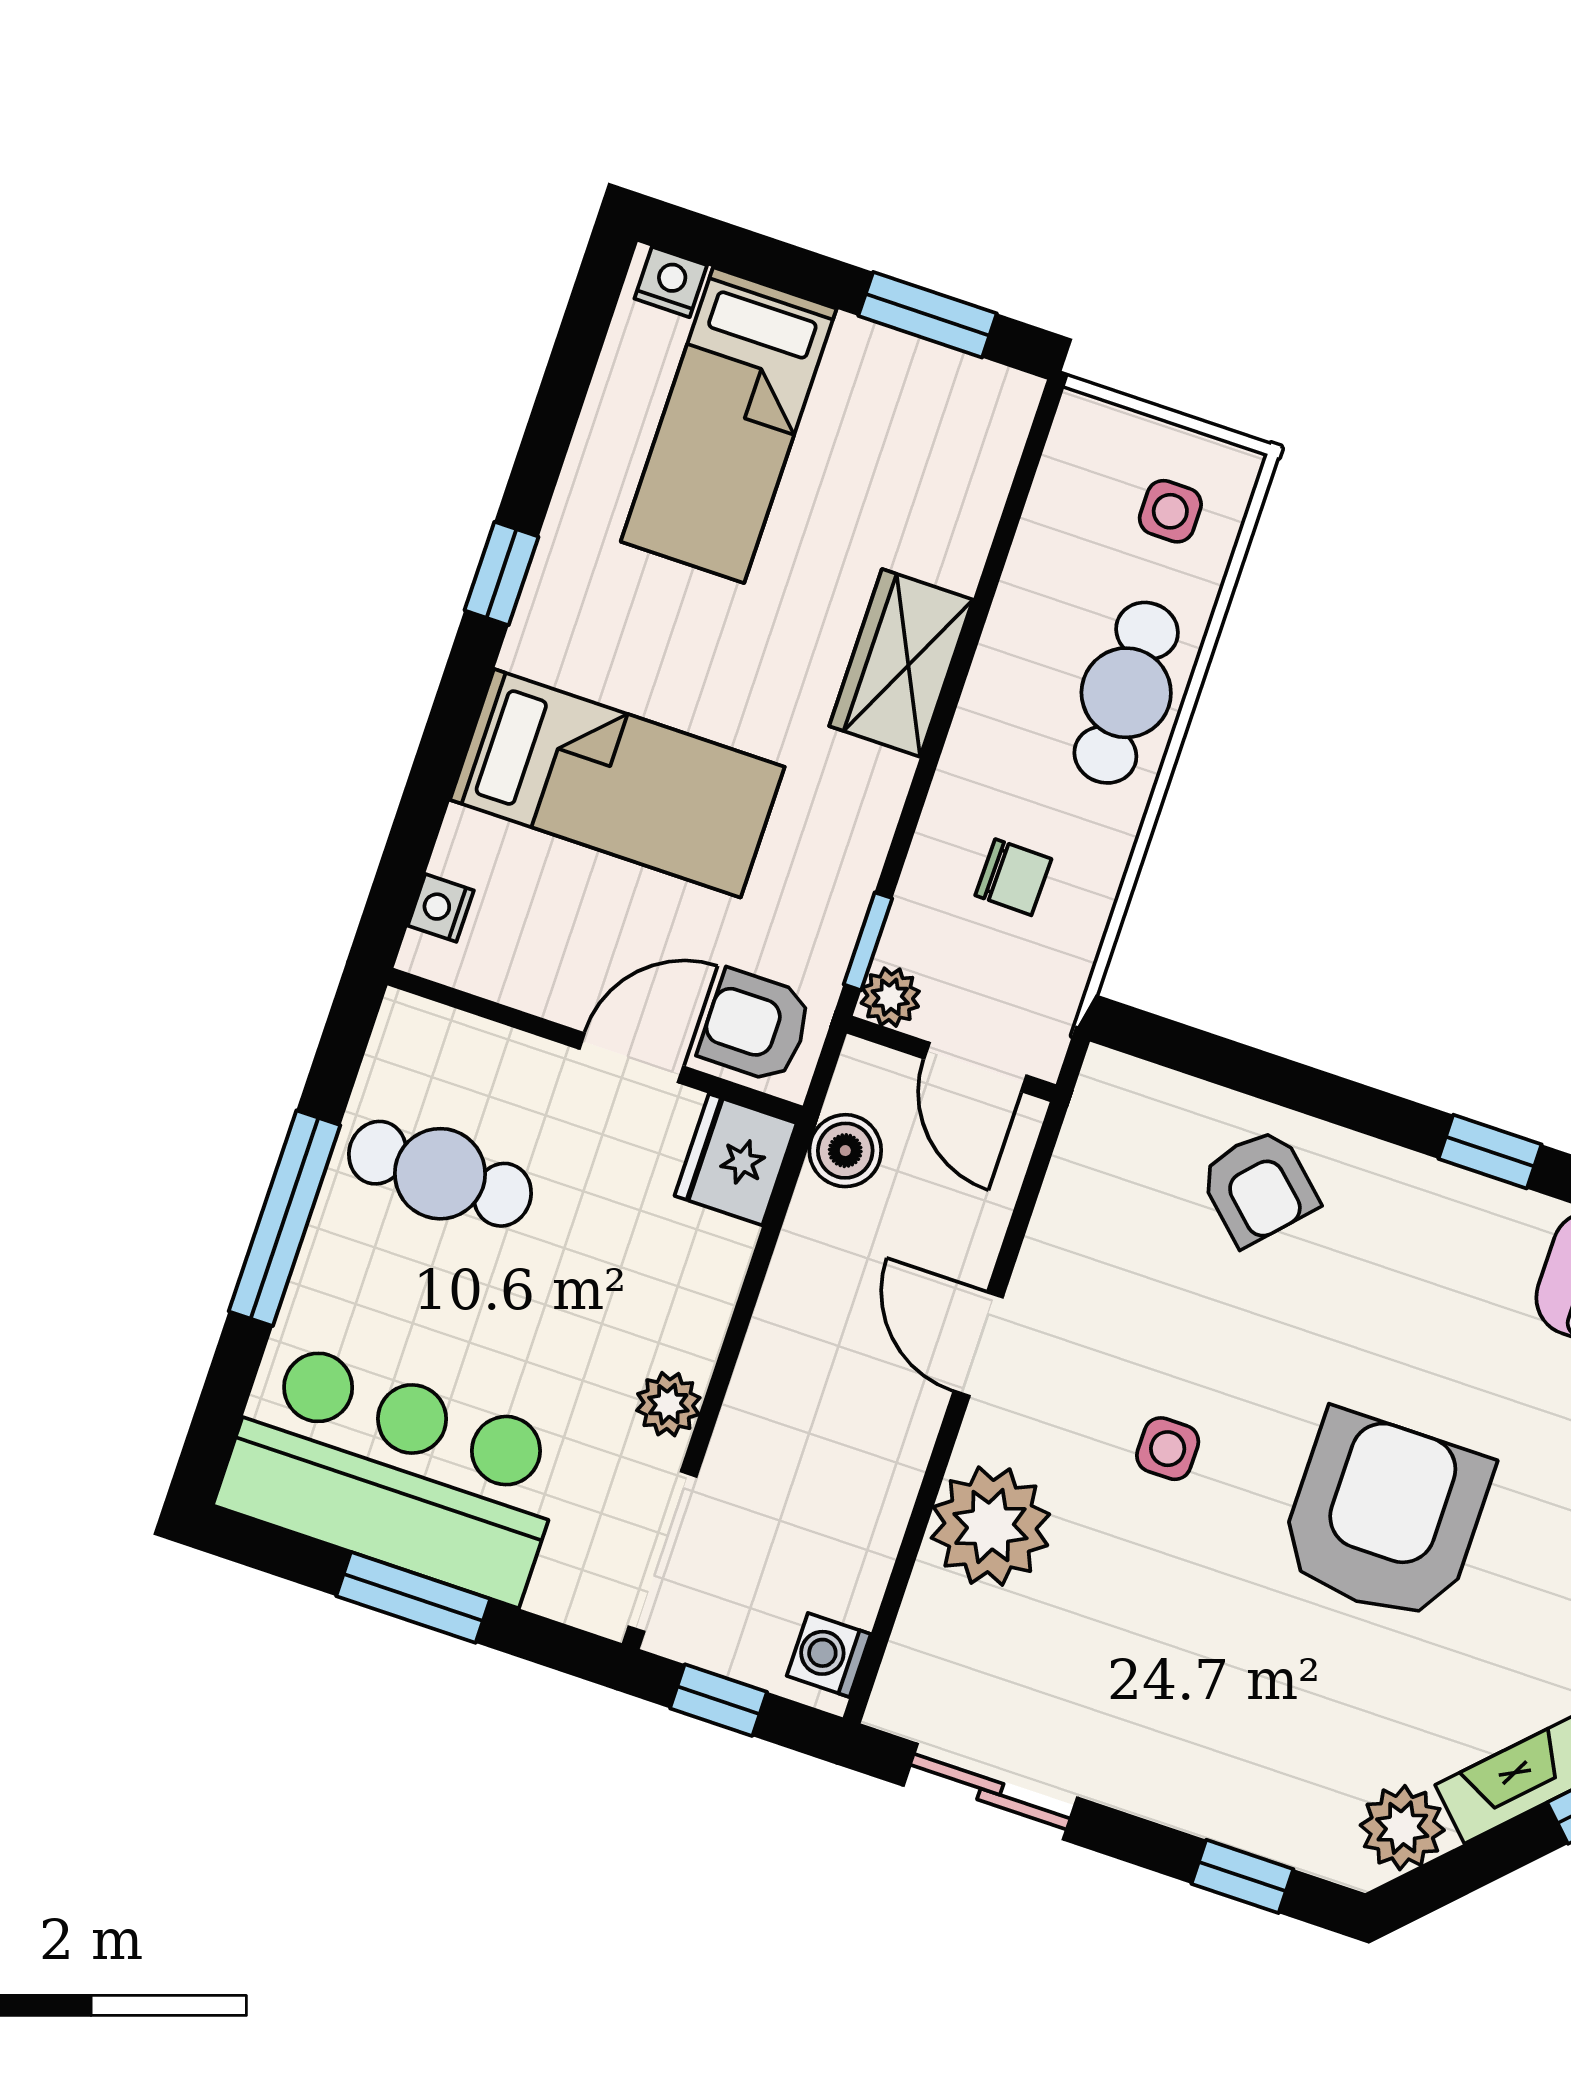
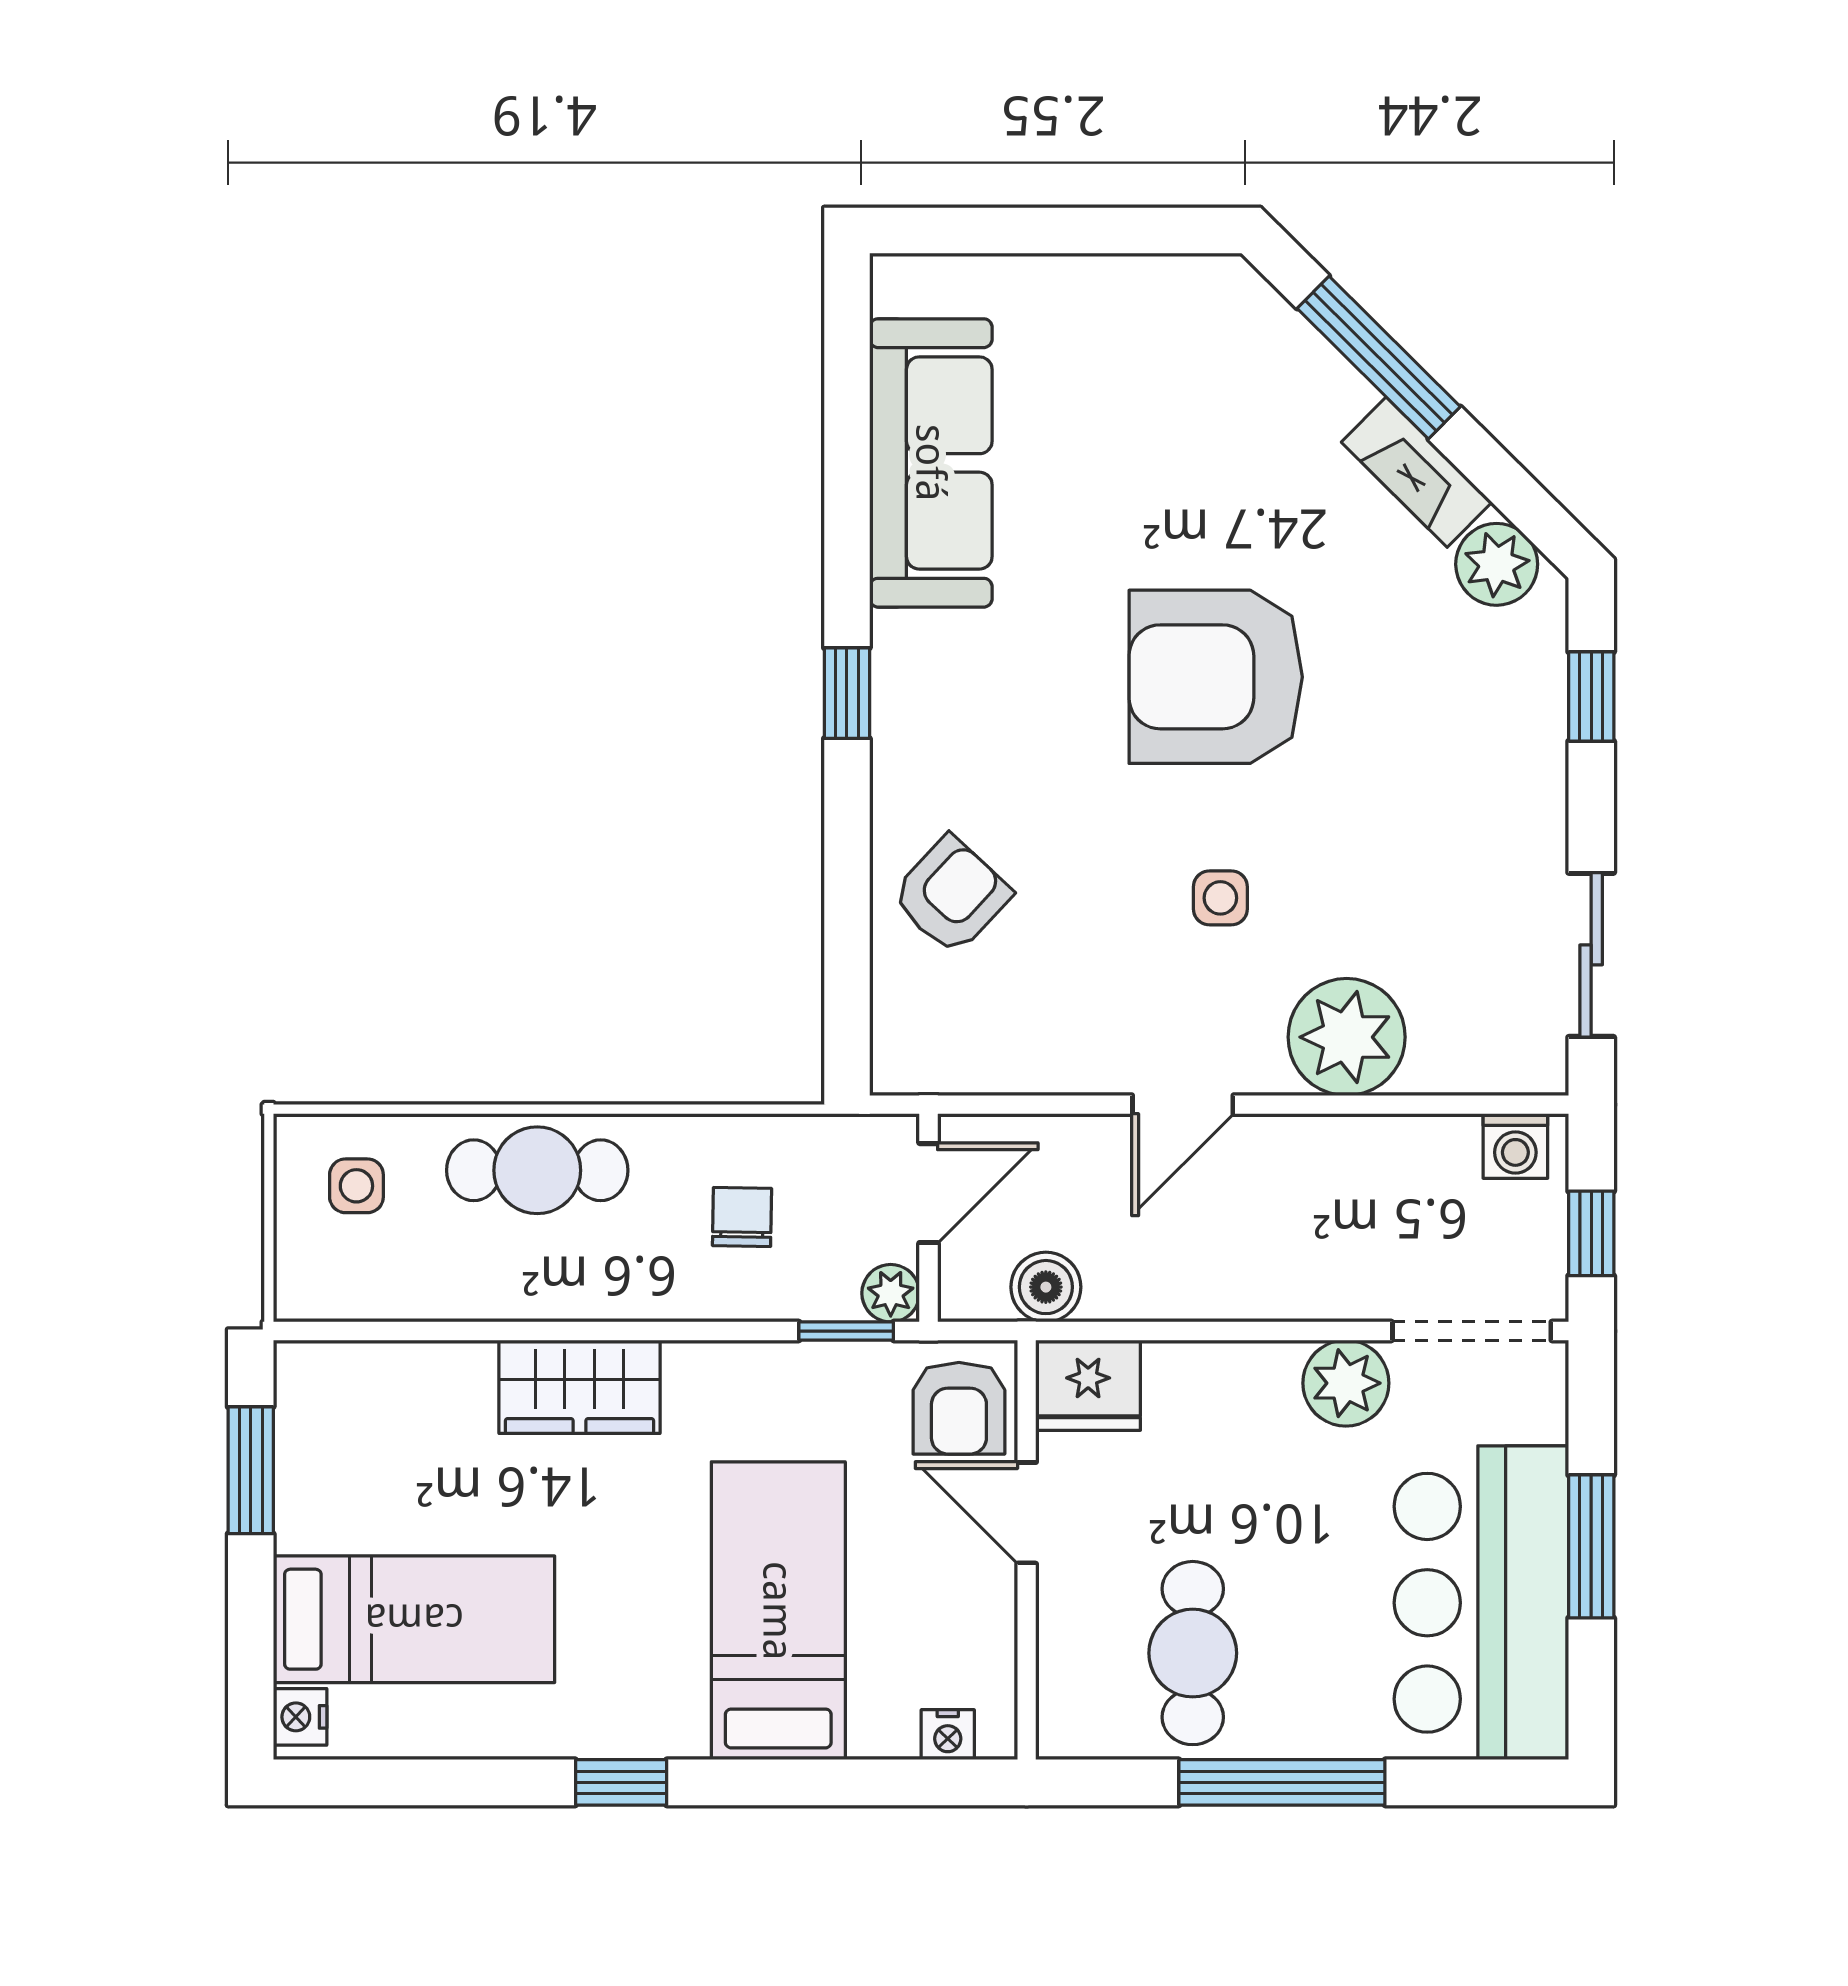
plant: (668, 1404) -> (1346, 1383), width x1.38, depth x1.38

